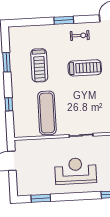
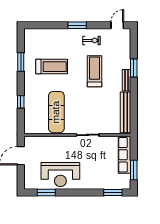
treadmill: (39, 65) -> (52, 67), turned -90
treadmill: (85, 68) -> (95, 71), turned -90
reception desk: (76, 171) -> (60, 175), moved, turned 180

